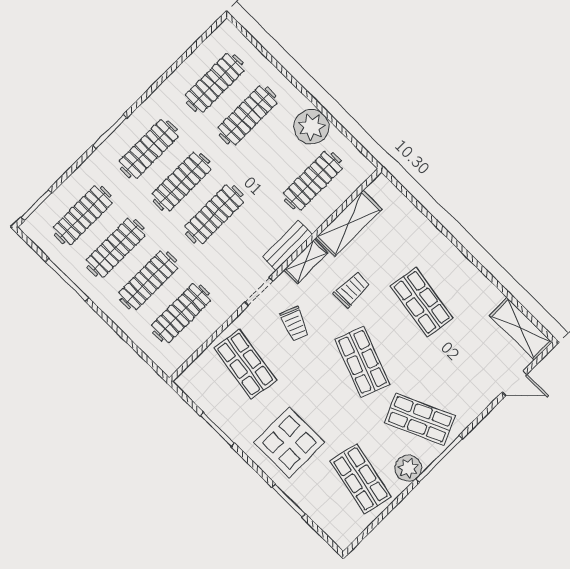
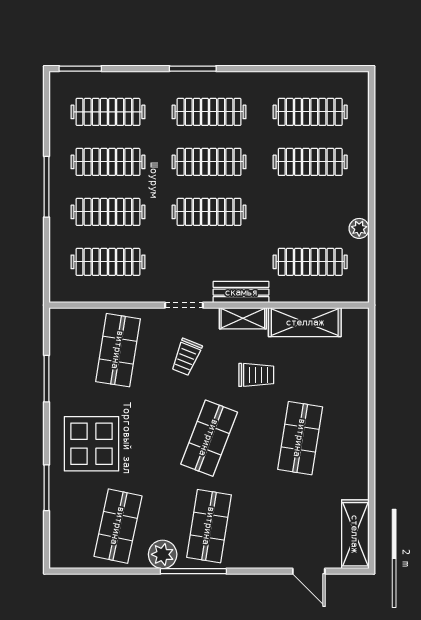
plant: (311, 127) -> (359, 228), width x0.53, depth x0.53
window: (67, 280) -> (46, 187), moved
shop shelf: (420, 419) -> (209, 526), turned 33

